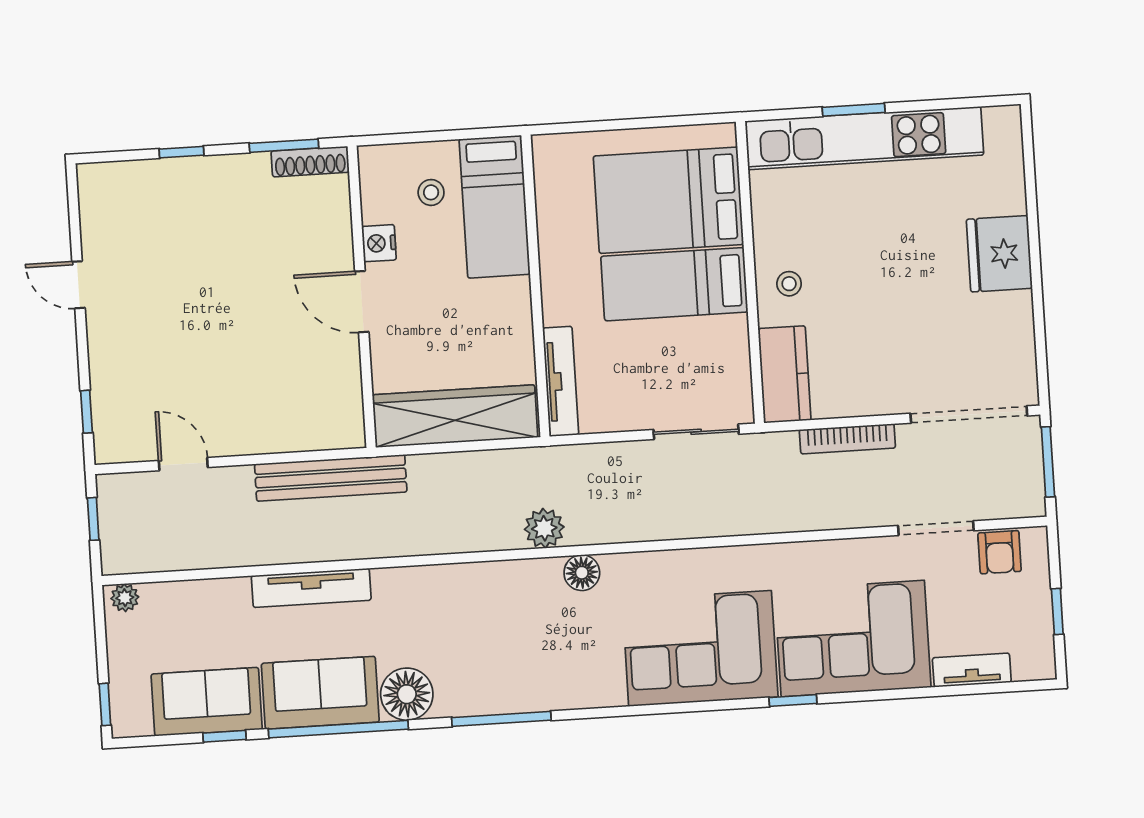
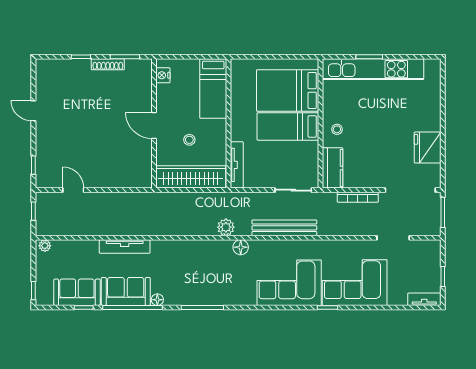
shoe rack: (310, 162) -> (108, 64), moved
stool: (431, 192) -> (189, 140), moved
nightstand: (379, 243) -> (163, 75), moved
fridge: (999, 254) -> (428, 147), moved
bench: (331, 478) -> (284, 228), moved
armchair: (1000, 552) -> (420, 250), removed
tv unit: (972, 670) -> (424, 299), moved
floor lamp: (407, 694) -> (157, 300), width x0.53, depth x0.53

